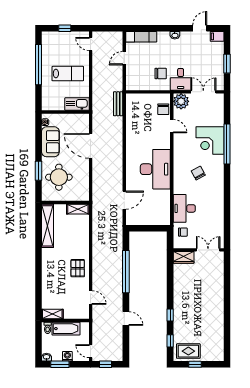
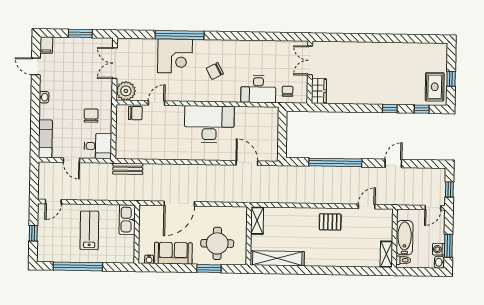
desk: (181, 79) -> (98, 146), moved
washing machine: (67, 356) -> (439, 249), moved

